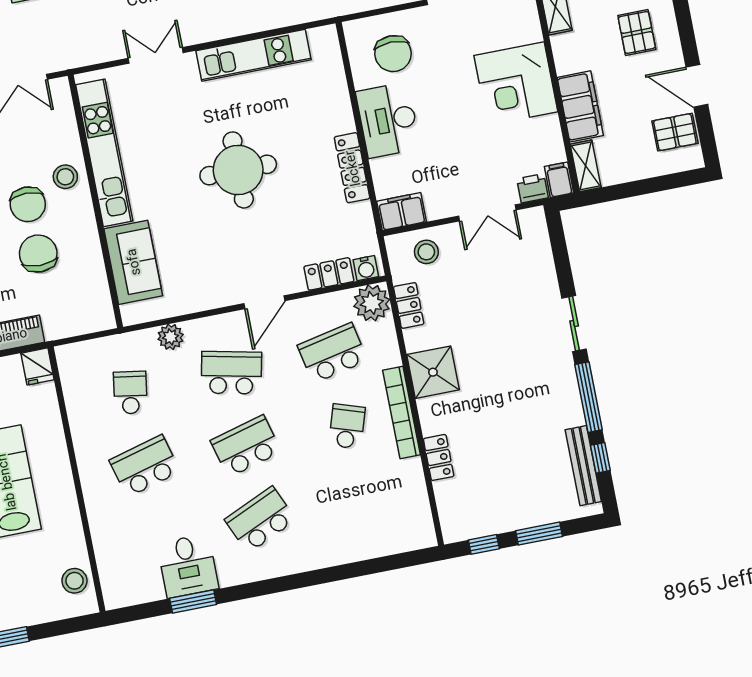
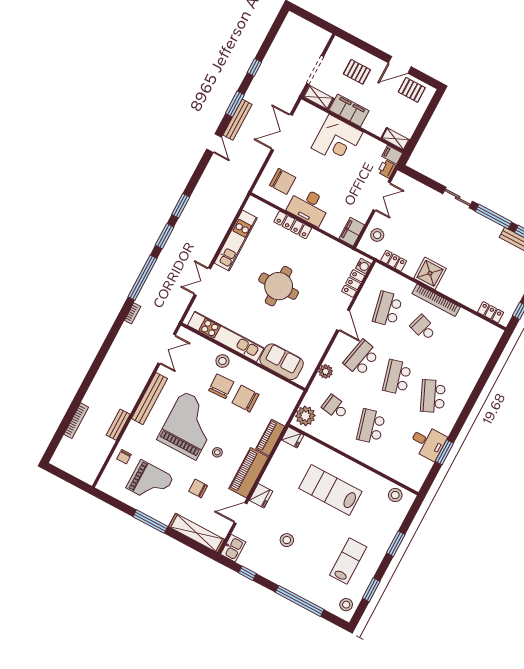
filing cabinet: (580, 106) -> (349, 110), moved
pallet: (675, 132) -> (412, 90), turned 90
locker: (352, 168) -> (293, 225), moved
chair: (28, 204) -> (221, 386), turned -92
plant: (372, 303) -> (305, 416), moved
locker: (439, 457) -> (491, 312), moved

